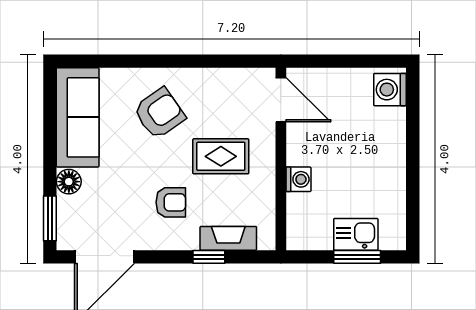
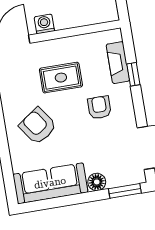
rug: (221, 156) -> (61, 78), turned 90
washing machine: (299, 179) -> (44, 24), moved

